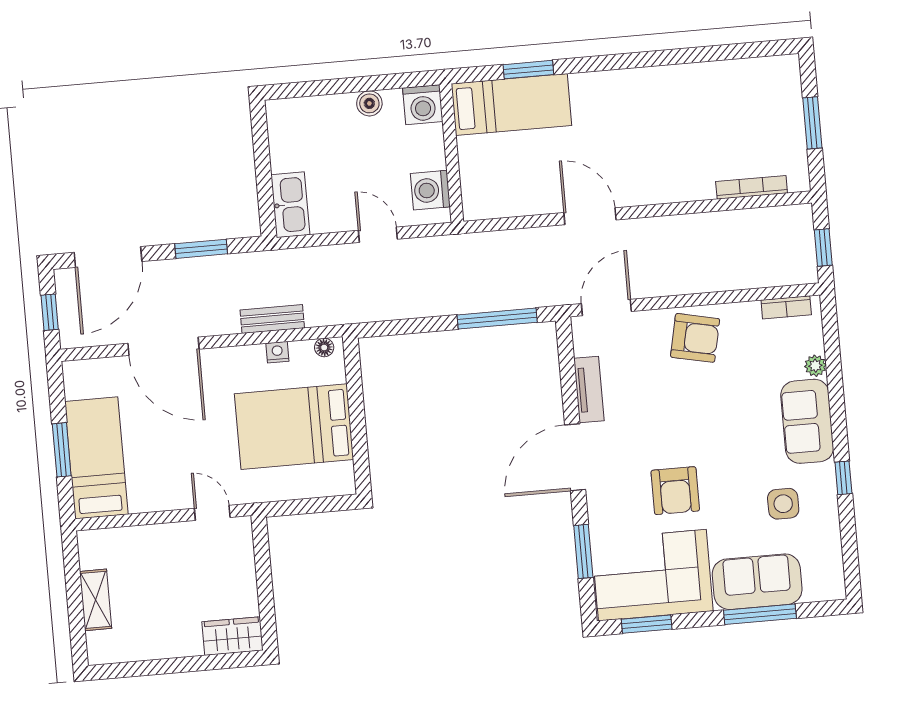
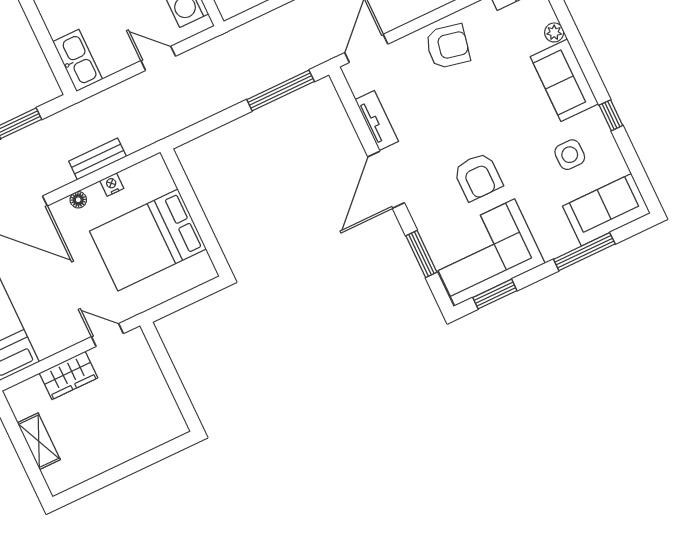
floor lamp: (324, 347) -> (78, 200), moved
sofa: (757, 582) -> (606, 210), moved
wardrobe: (233, 636) -> (68, 375), moved, turned 180

